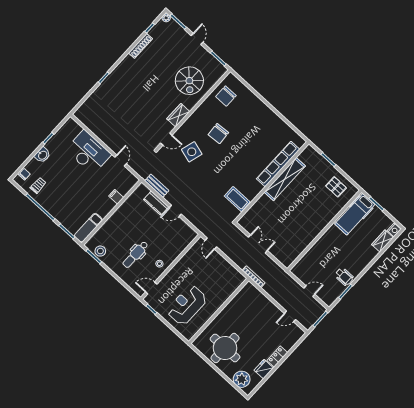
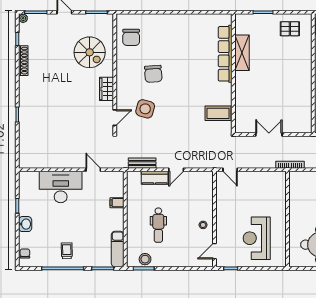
shelving: (285, 179) -> (242, 53), width x0.68
trolley: (38, 185) -> (67, 251), moved
dental chair: (135, 254) -> (158, 225), moved

